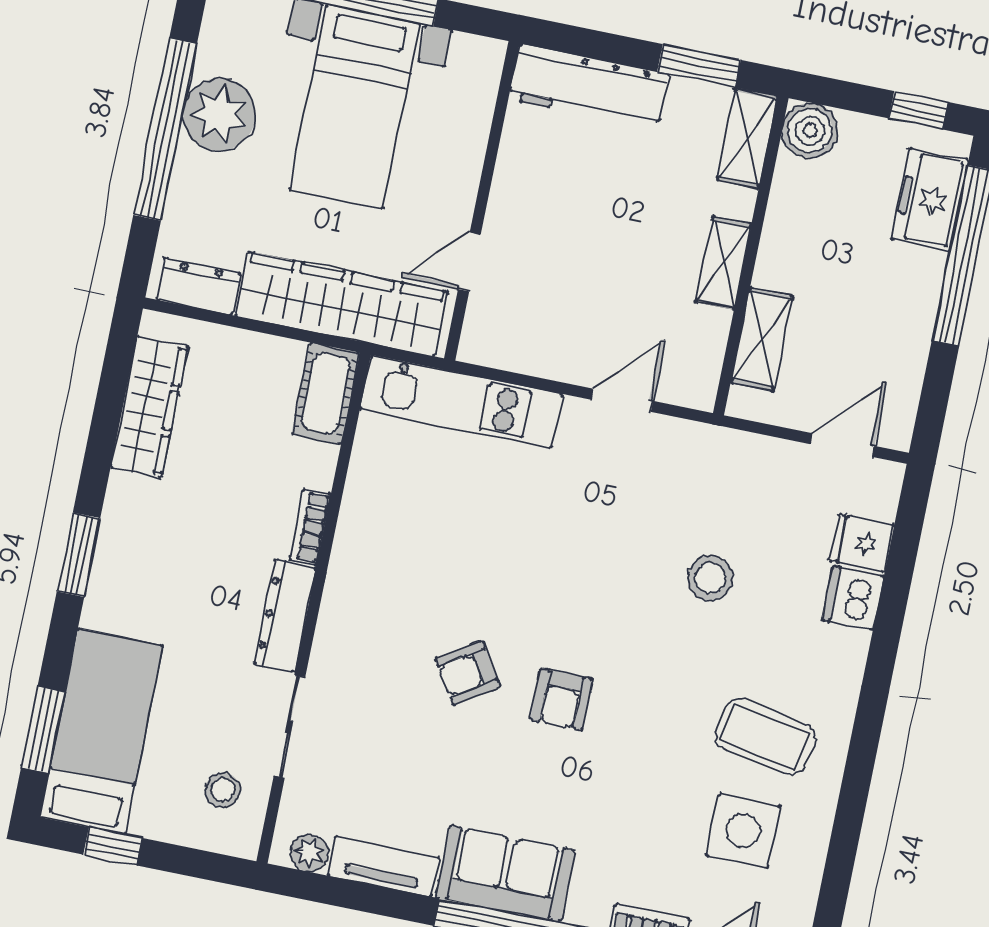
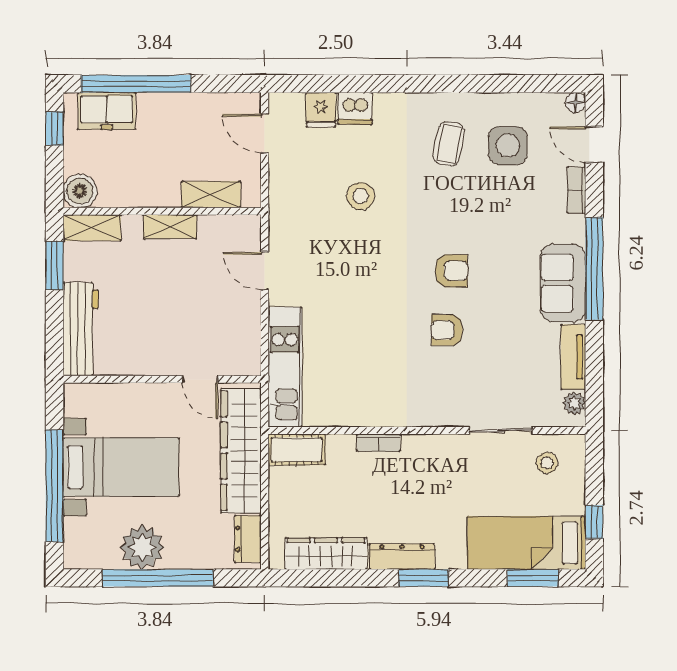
dresser: (285, 616) -> (402, 557), moved, turned 180
armchair: (468, 673) -> (447, 330), turned 123
coffee table: (765, 737) -> (449, 144), width x0.73, depth x0.77

